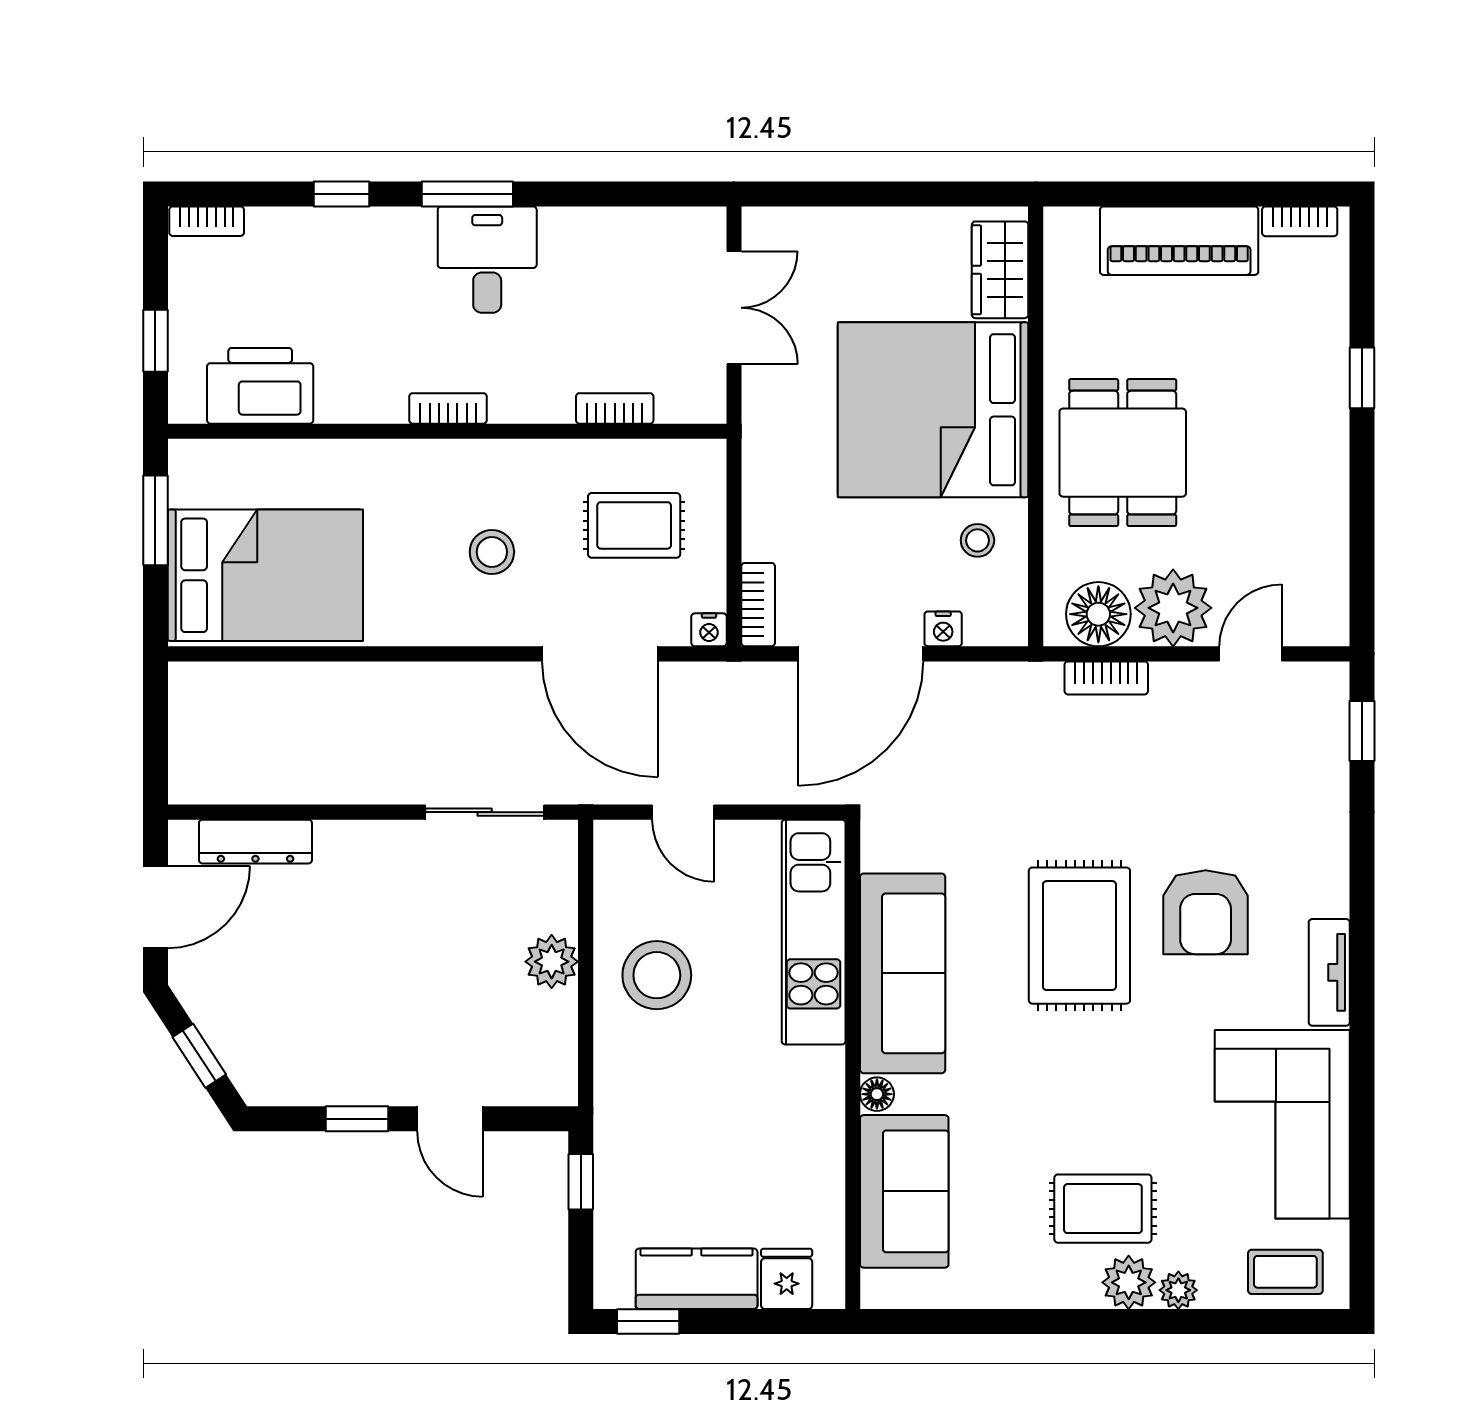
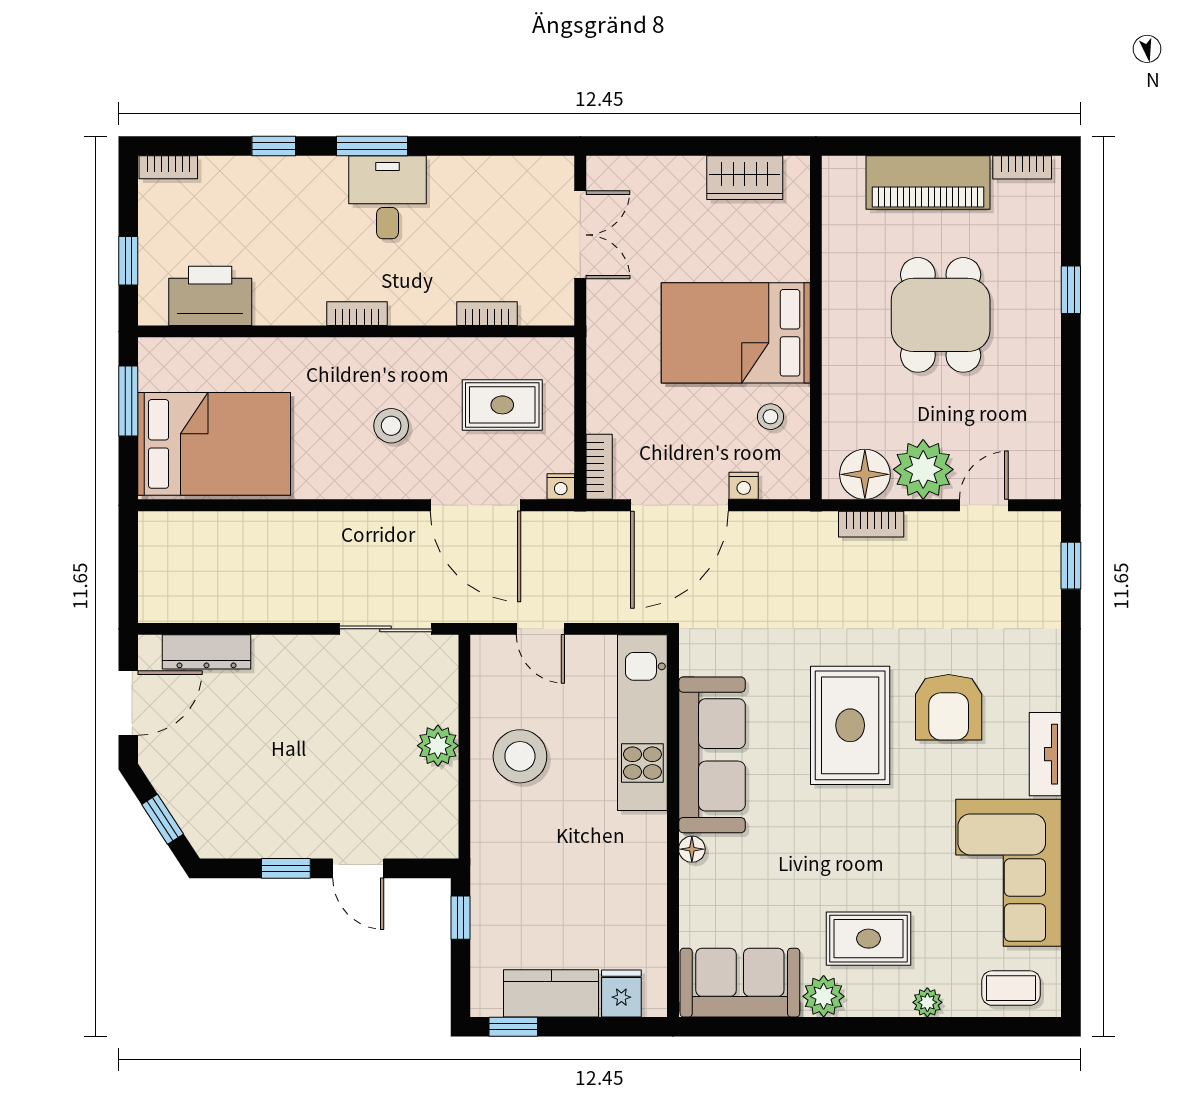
wardrobe: (1000, 270) -> (745, 178), moved, turned -90
bed: (933, 410) -> (736, 333), width x0.73
dining table: (1123, 453) -> (941, 315), moved
sofa: (904, 1191) -> (740, 983), moved, turned -90
plant: (1129, 1282) -> (824, 996), moved

